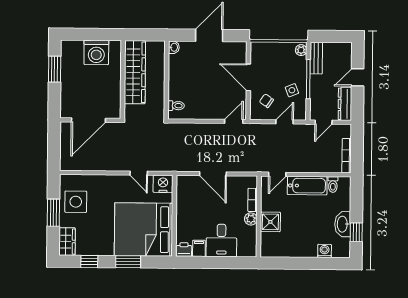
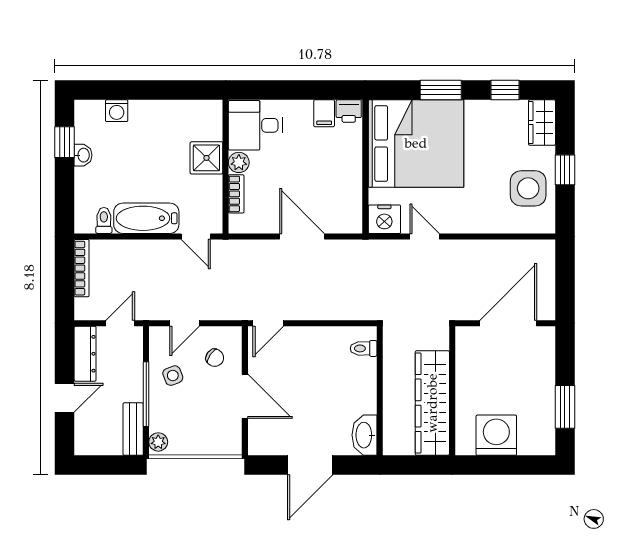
washbasin: (174, 47) -> (365, 435), width x1.91, depth x1.45
door: (277, 174) -> (196, 236), swing flipped
window: (53, 213) -> (565, 170), width x0.67
washbasin: (343, 224) -> (83, 155), width x0.52, depth x0.69
desk: (221, 240) -> (255, 125), moved, turned -90

